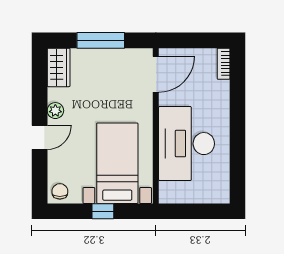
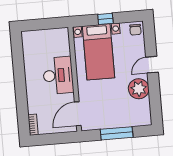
wardrobe: (59, 67) -> (143, 113), removed
plant: (55, 111) -> (139, 89), width x1.87, depth x1.87
desk: (187, 144) -> (58, 75), width x0.73, depth x0.77

